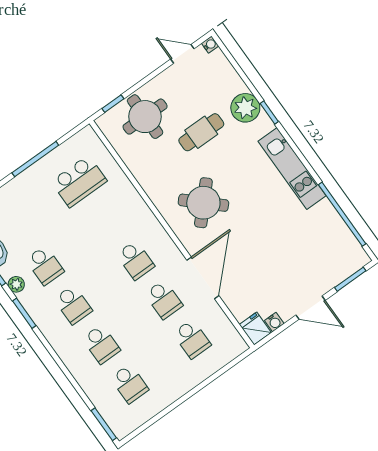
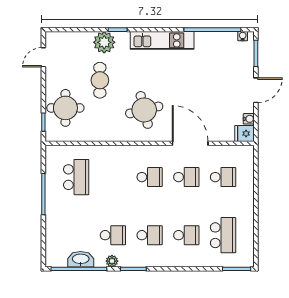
water cooler: (210, 45) -> (243, 36), moved
round table: (203, 203) -> (144, 110), turned 33
school desk: (130, 384) -> (223, 235), width x1.85

